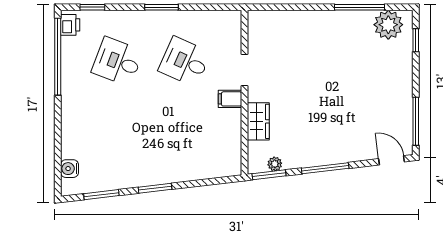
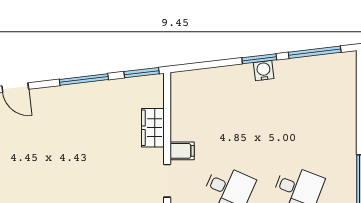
plant: (275, 164) -> (136, 84), removed
water cooler: (69, 169) -> (264, 71), moved, turned -97
window: (101, 195) -> (315, 52), width x1.44

